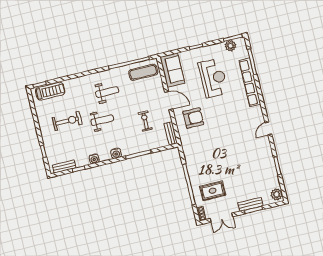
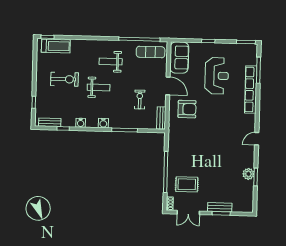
plant: (230, 46) -> (242, 49), removed
weight bench: (107, 92) -> (111, 62), turned 180
plant: (277, 194) -> (248, 174), moved

